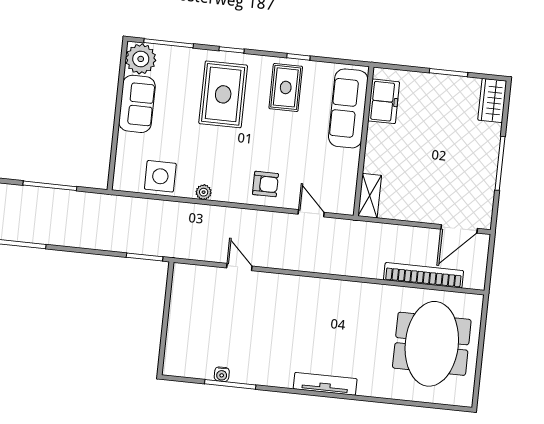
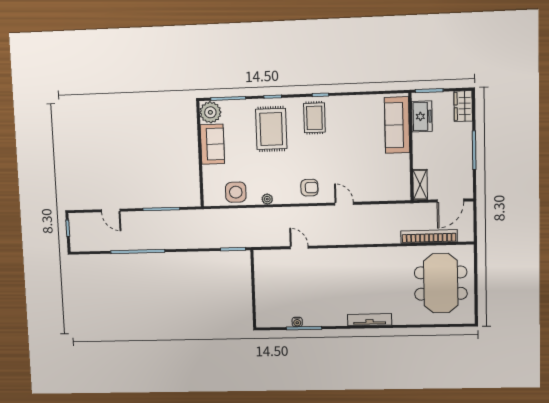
freezer: (384, 101) -> (422, 116), moved
sofa: (348, 108) -> (397, 125), moved
wall: (364, 141) -> (411, 147), moved
shelving: (370, 196) -> (420, 185), moved

